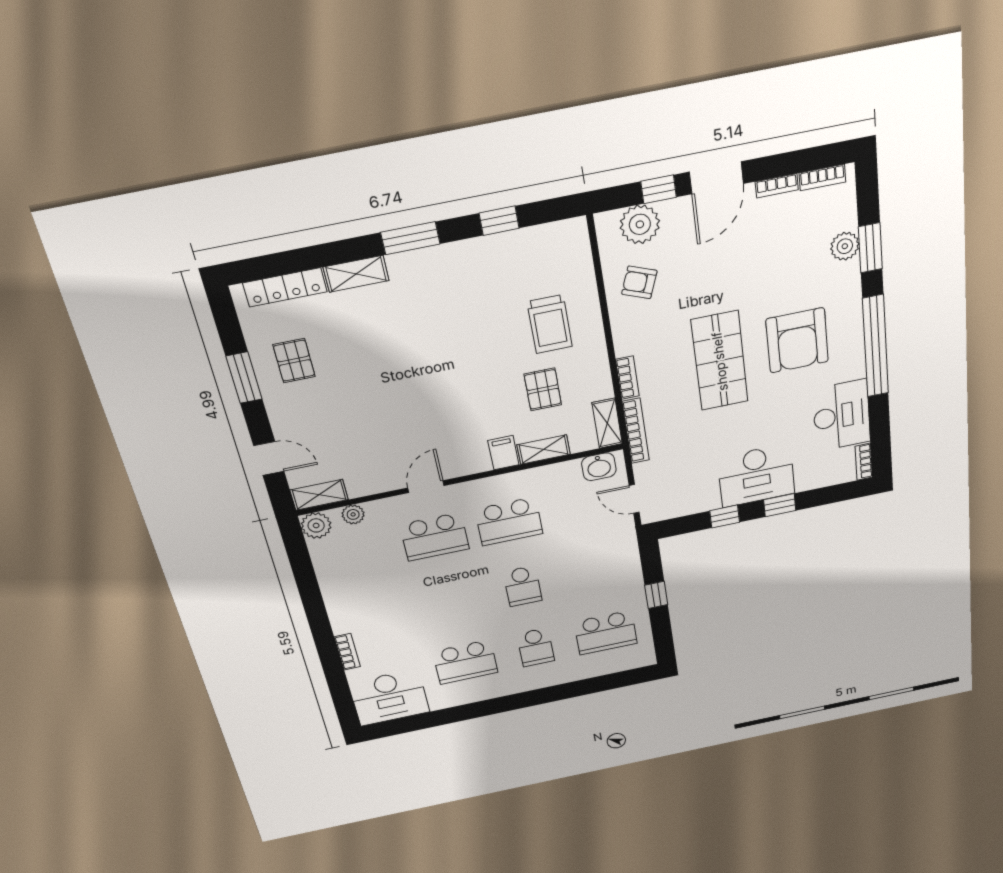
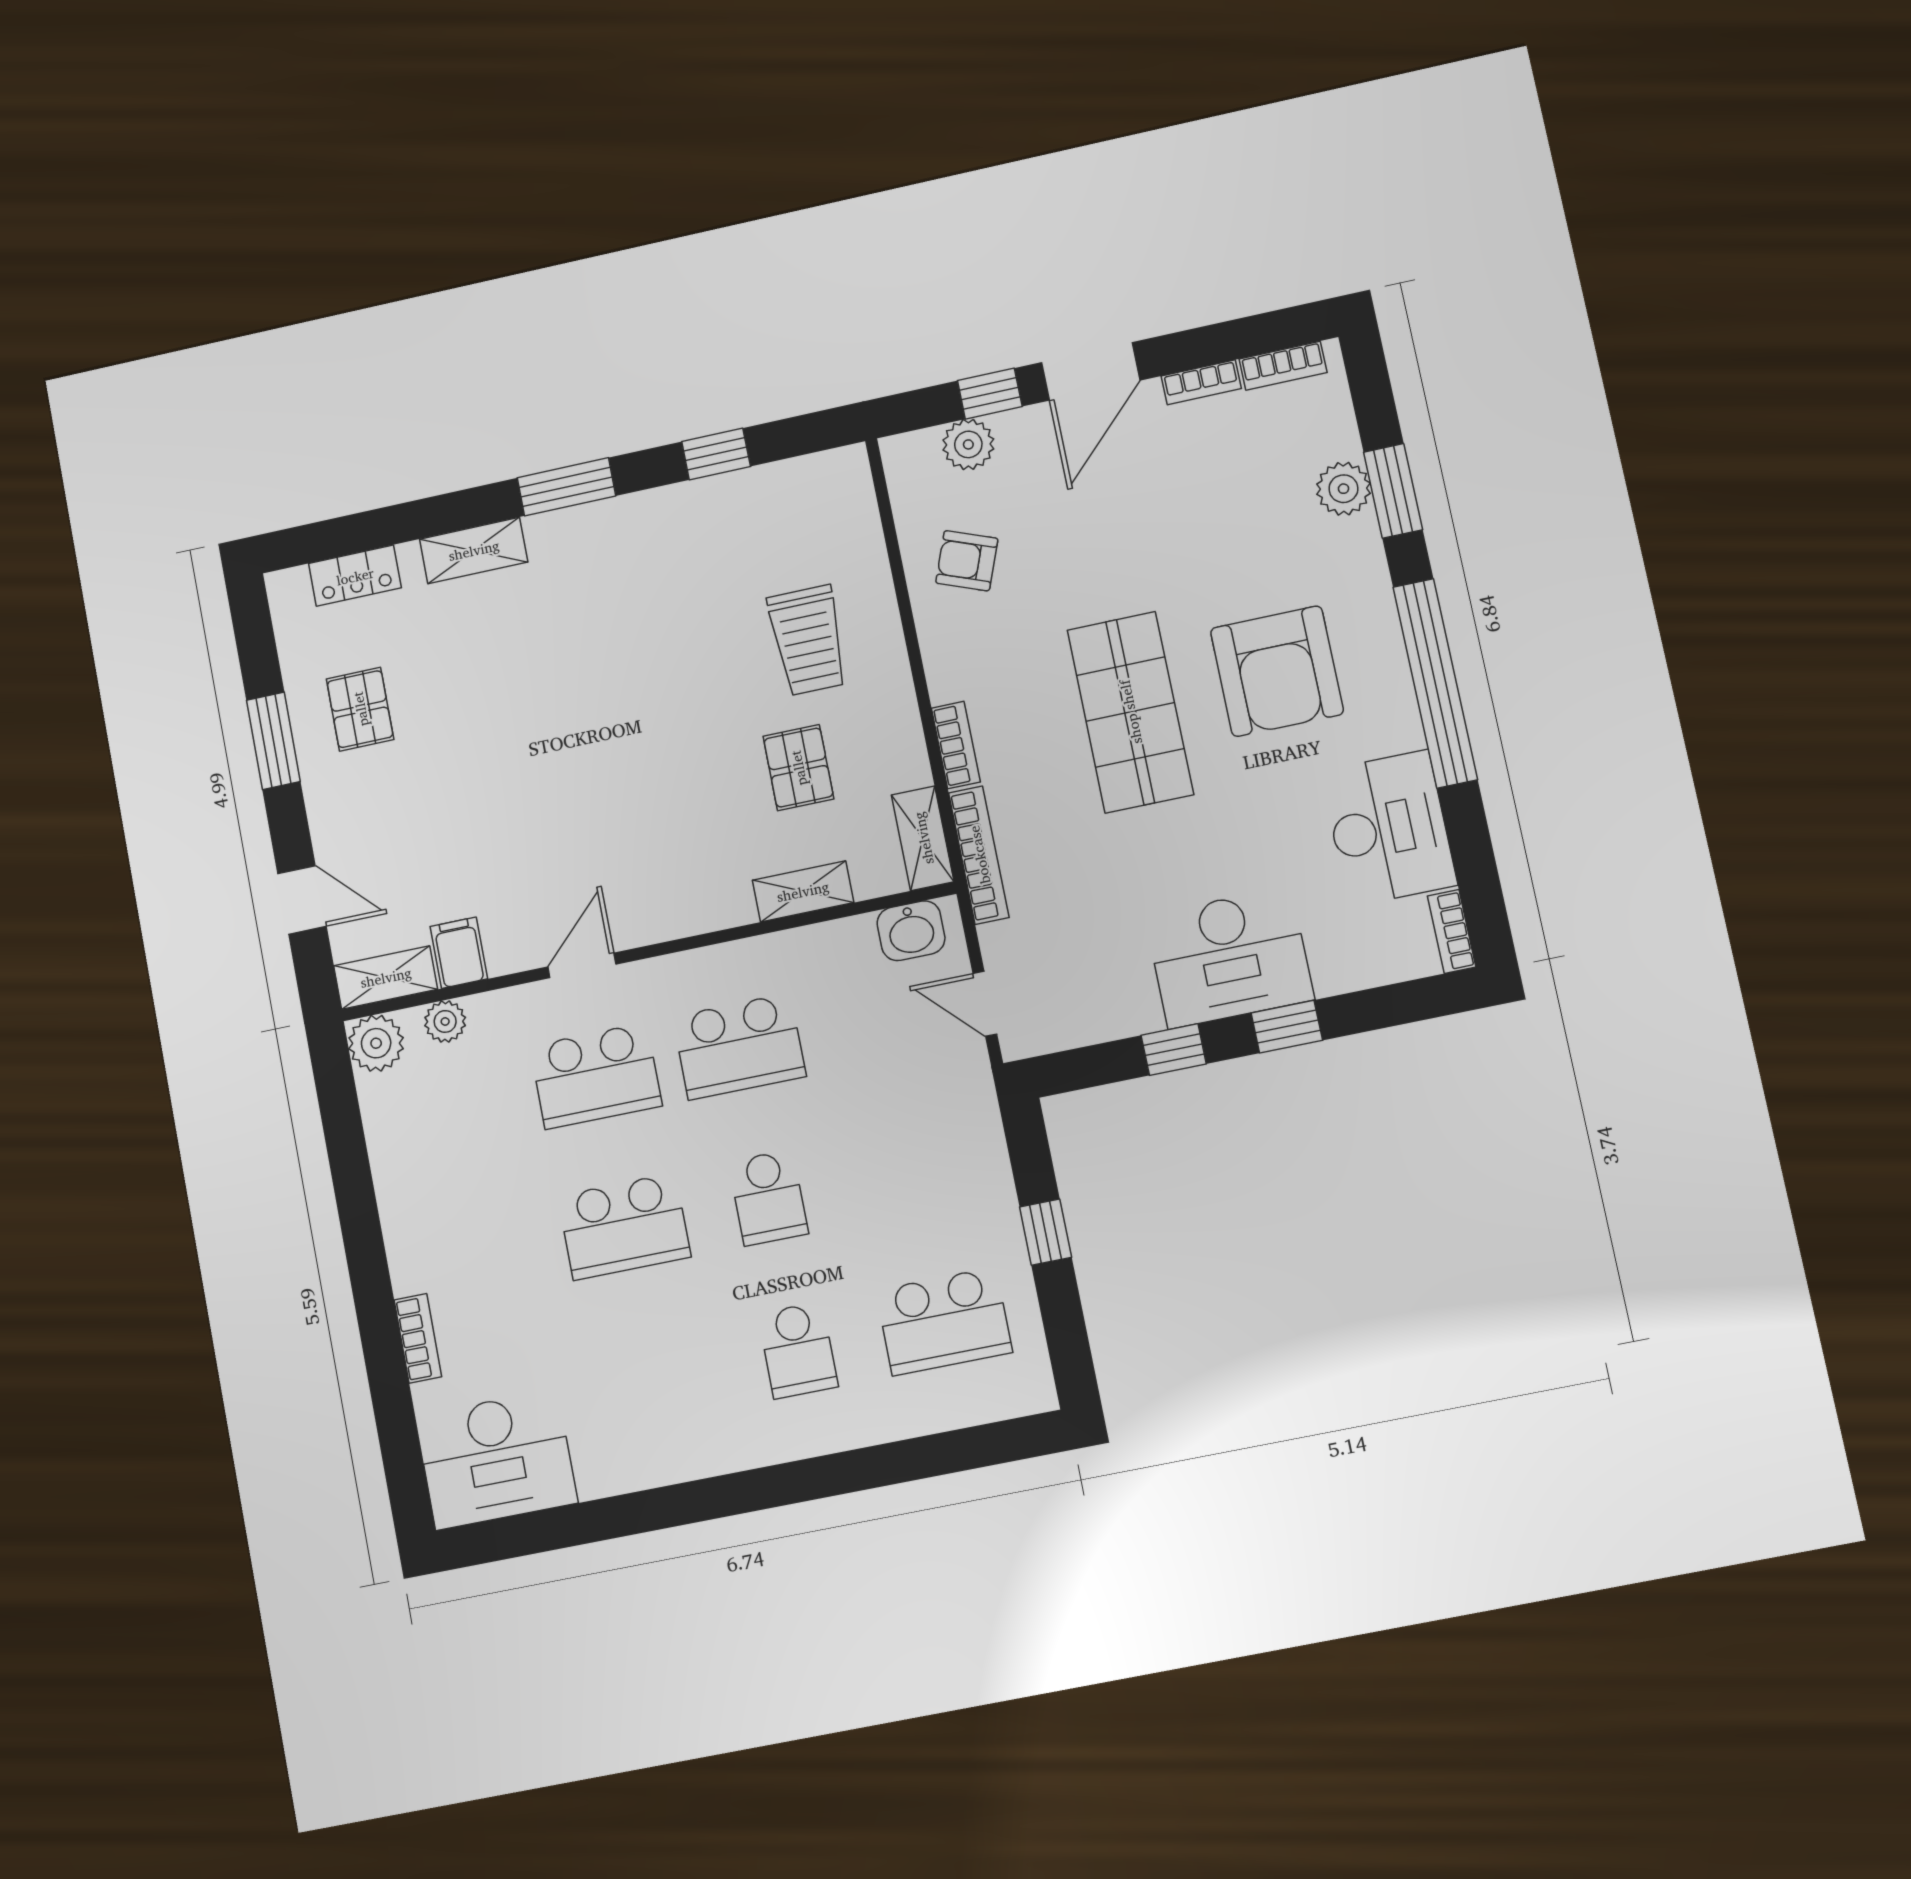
plant: (640, 224) -> (968, 444), width x0.73, depth x0.73
locker: (285, 287) -> (355, 576), width x0.66
filing cabinet: (503, 453) -> (459, 953), moved
school desk: (465, 662) -> (624, 1227), moved

